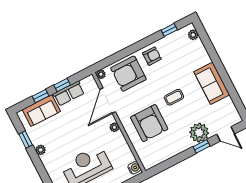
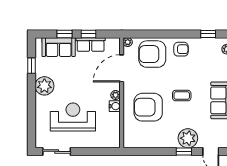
armchair: (149, 123) -> (148, 107), turned 90
plant: (41, 150) -> (44, 86), width x1.88, depth x1.88
water cooler: (134, 168) -> (115, 106), moved

